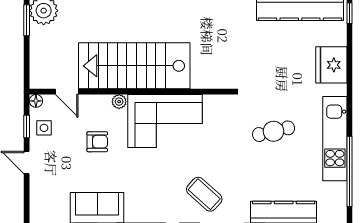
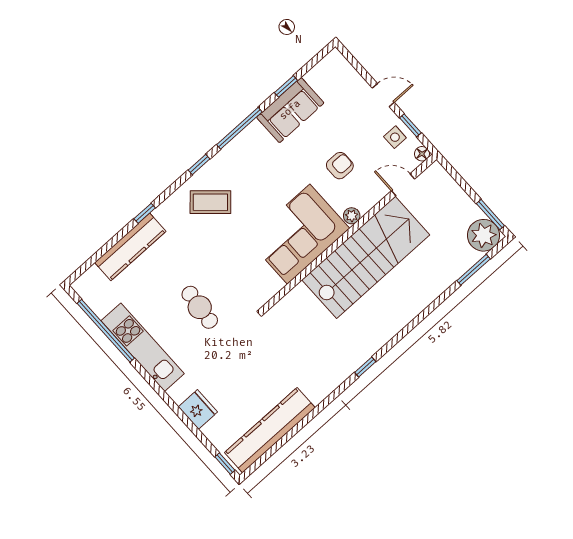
fridge: (331, 65) -> (198, 409), width x0.73, depth x0.75
cafe table: (274, 131) -> (200, 307), turned -71
armchair: (97, 142) -> (340, 166), turned 180

